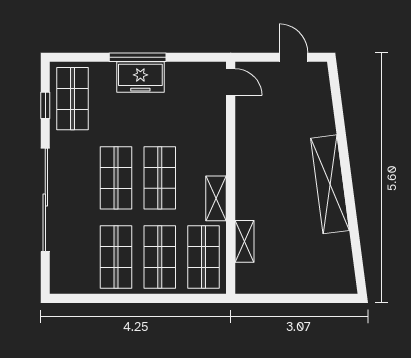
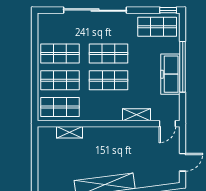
window: (138, 57) -> (183, 67), width x1.46
freezer: (140, 77) -> (170, 74), width x1.40
window: (45, 105) -> (168, 10), moved
shelving: (216, 198) -> (136, 115), moved

